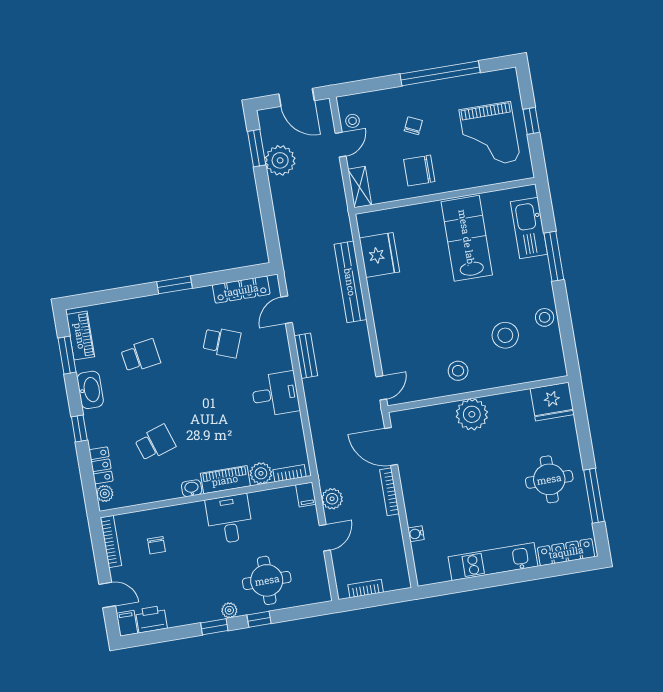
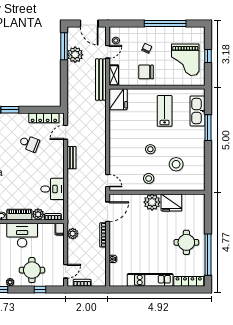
window: (257, 148) -> (64, 46), width x1.44
lab bench: (467, 238) -> (165, 111), width x0.73, depth x0.72
fridge: (379, 255) -> (118, 99), moved
bench: (350, 282) -> (101, 80), moved
stool: (545, 317) -> (150, 149), moved
door: (381, 388) -> (108, 181), hinge flipped
desk: (275, 394) -> (52, 189), moved
fridge: (552, 402) -> (171, 202), moved
door: (391, 446) -> (108, 212), swing flipped
window: (594, 496) -> (208, 255), width x1.46
desk: (229, 519) -> (22, 235), width x1.37
door: (325, 538) -> (66, 271), moved
window: (259, 619) -> (40, 289), moved

